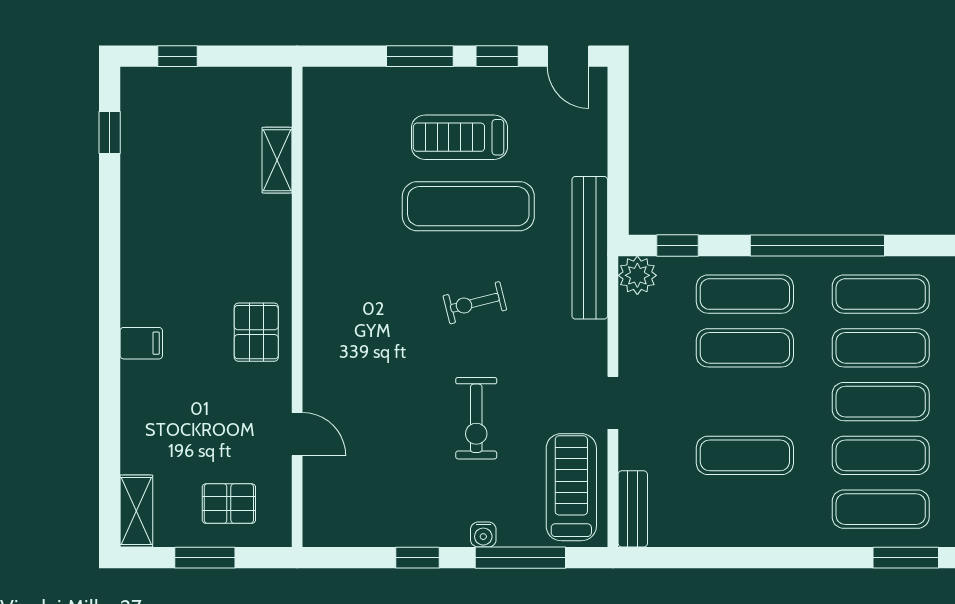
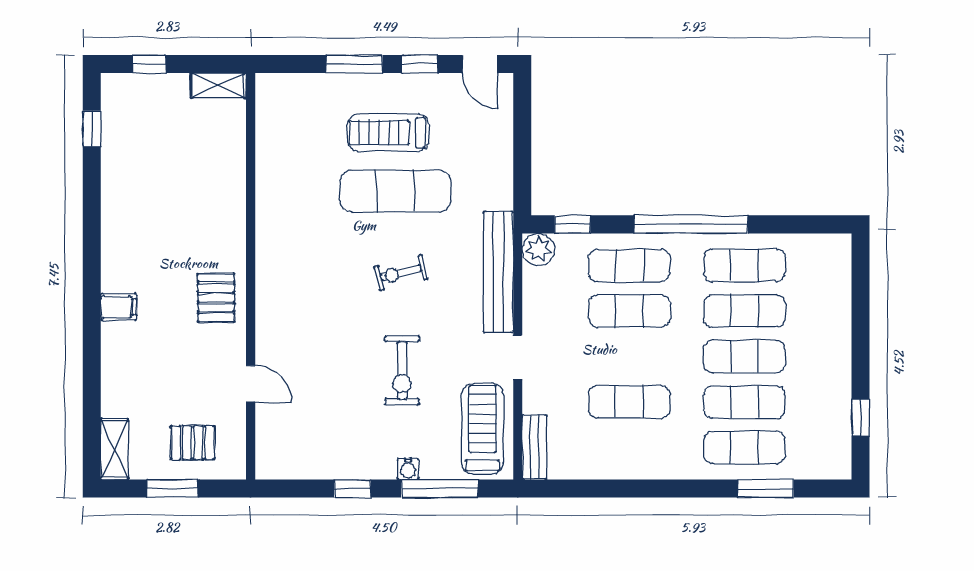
shelving: (277, 160) -> (218, 86), moved, turned 90
bench: (590, 248) -> (498, 272), moved

